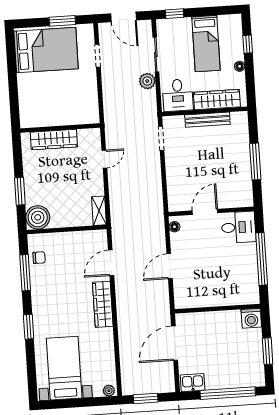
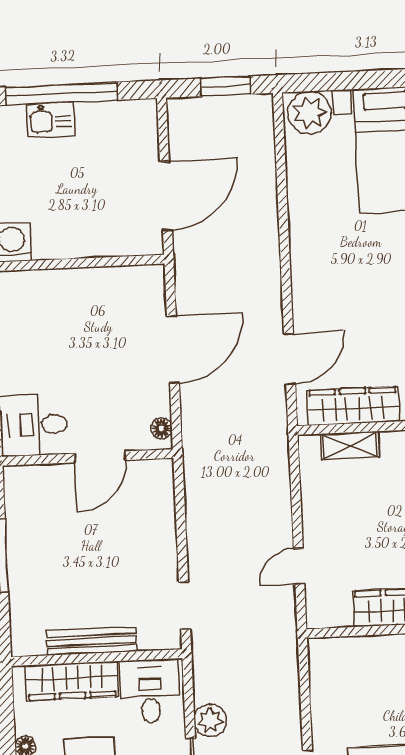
shelving: (99, 211) -> (350, 445), moved, turned 90
door: (170, 266) -> (173, 350), width x1.36
wardrobe: (103, 304) -> (353, 406), moved, turned -90
kitchen sink: (193, 383) -> (51, 120), moved
plant: (109, 391) -> (309, 113), width x1.88, depth x1.88

